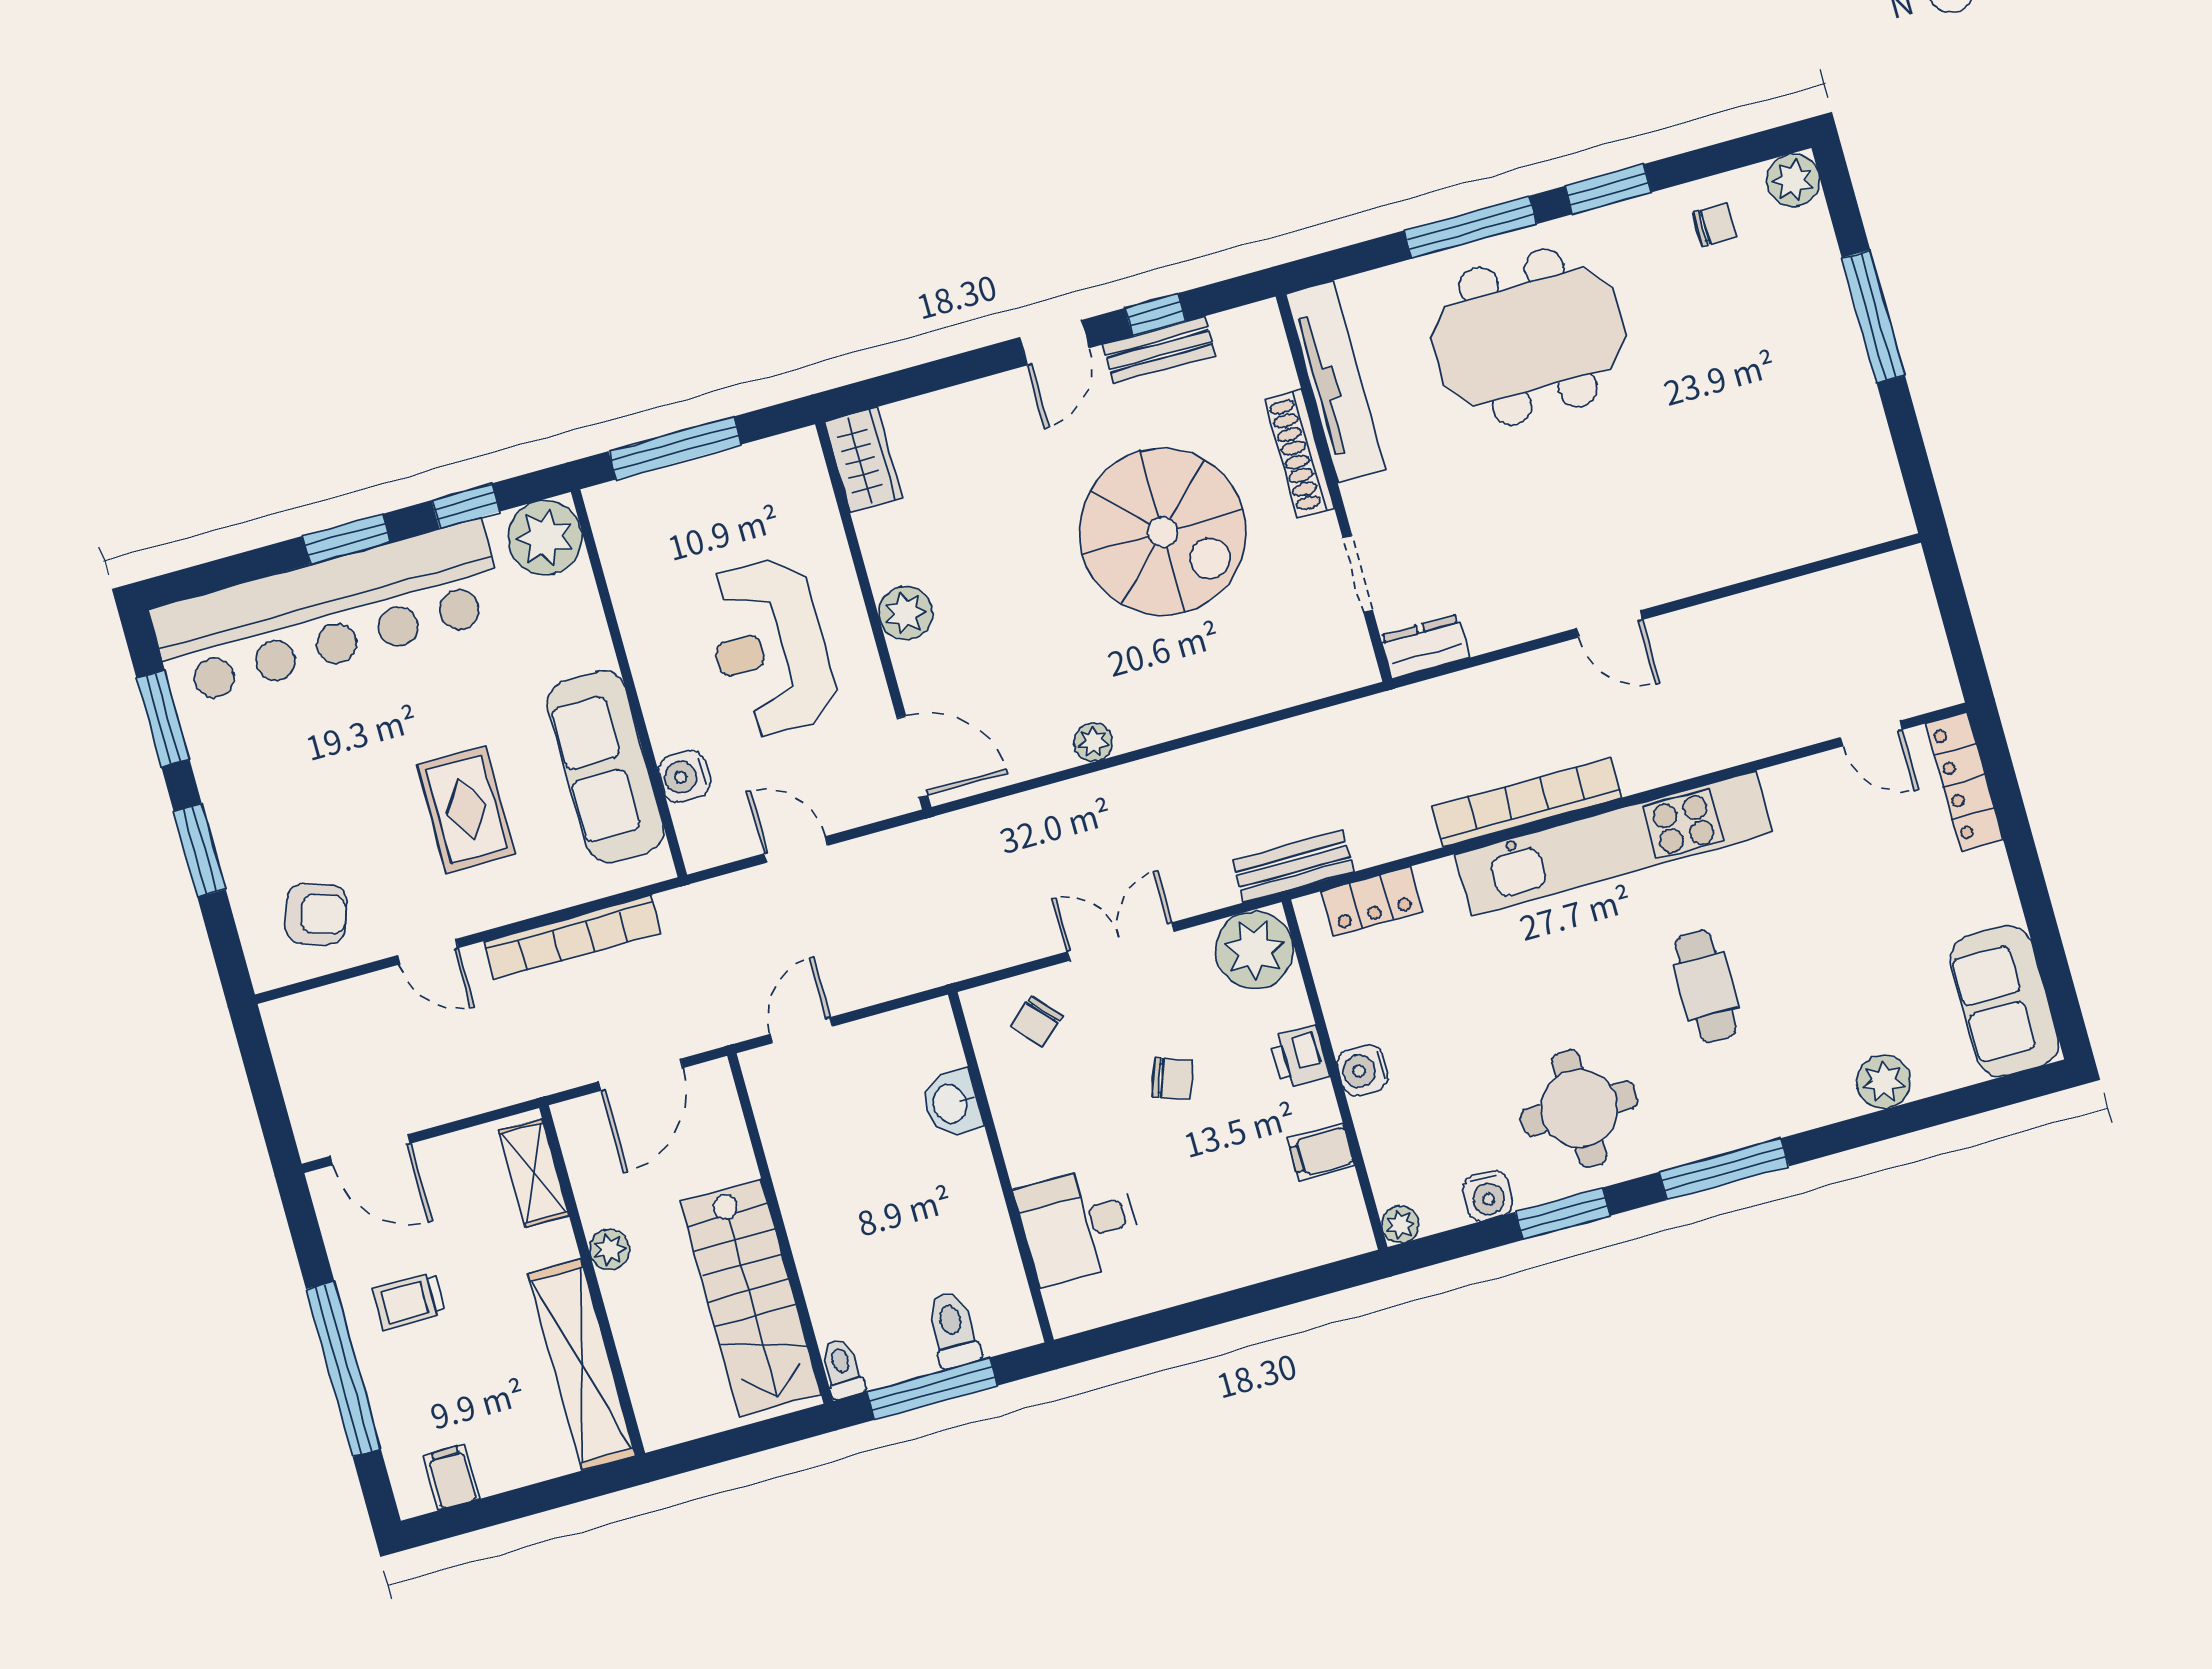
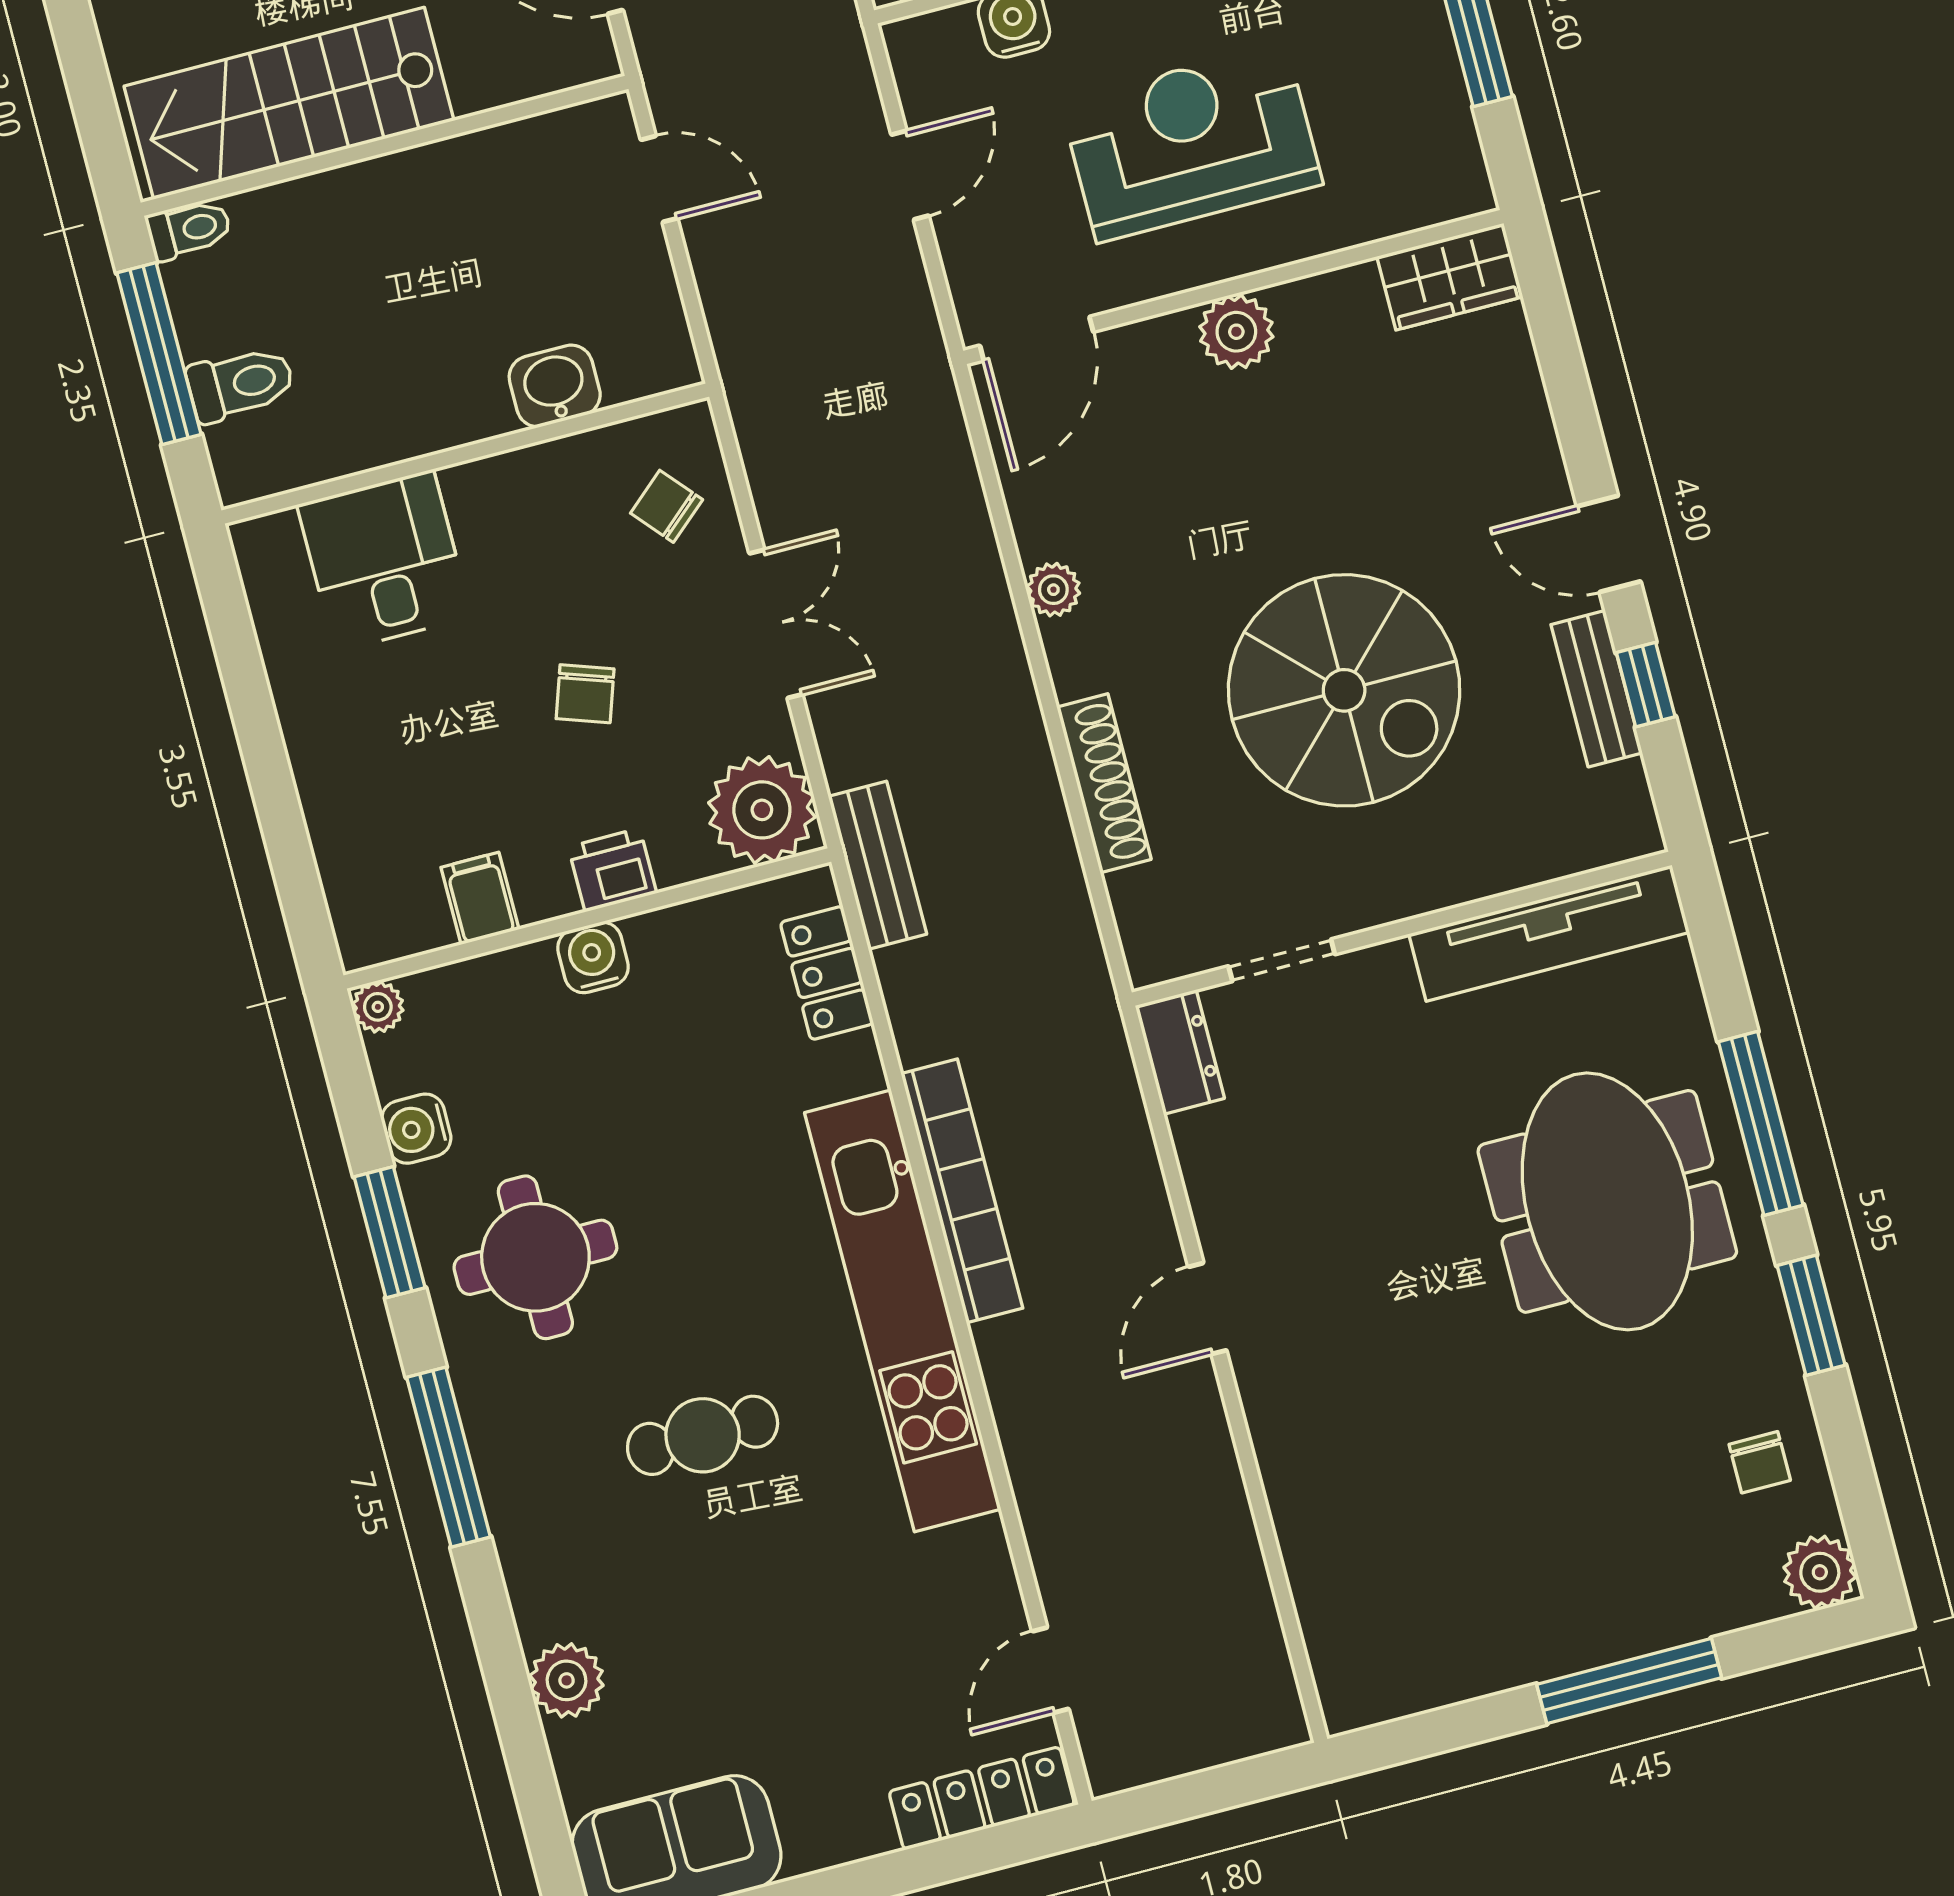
shoe rack: (1300, 454) -> (1104, 783), moved, turned 90
spiral stairs: (1163, 532) -> (1344, 690), turned -90

